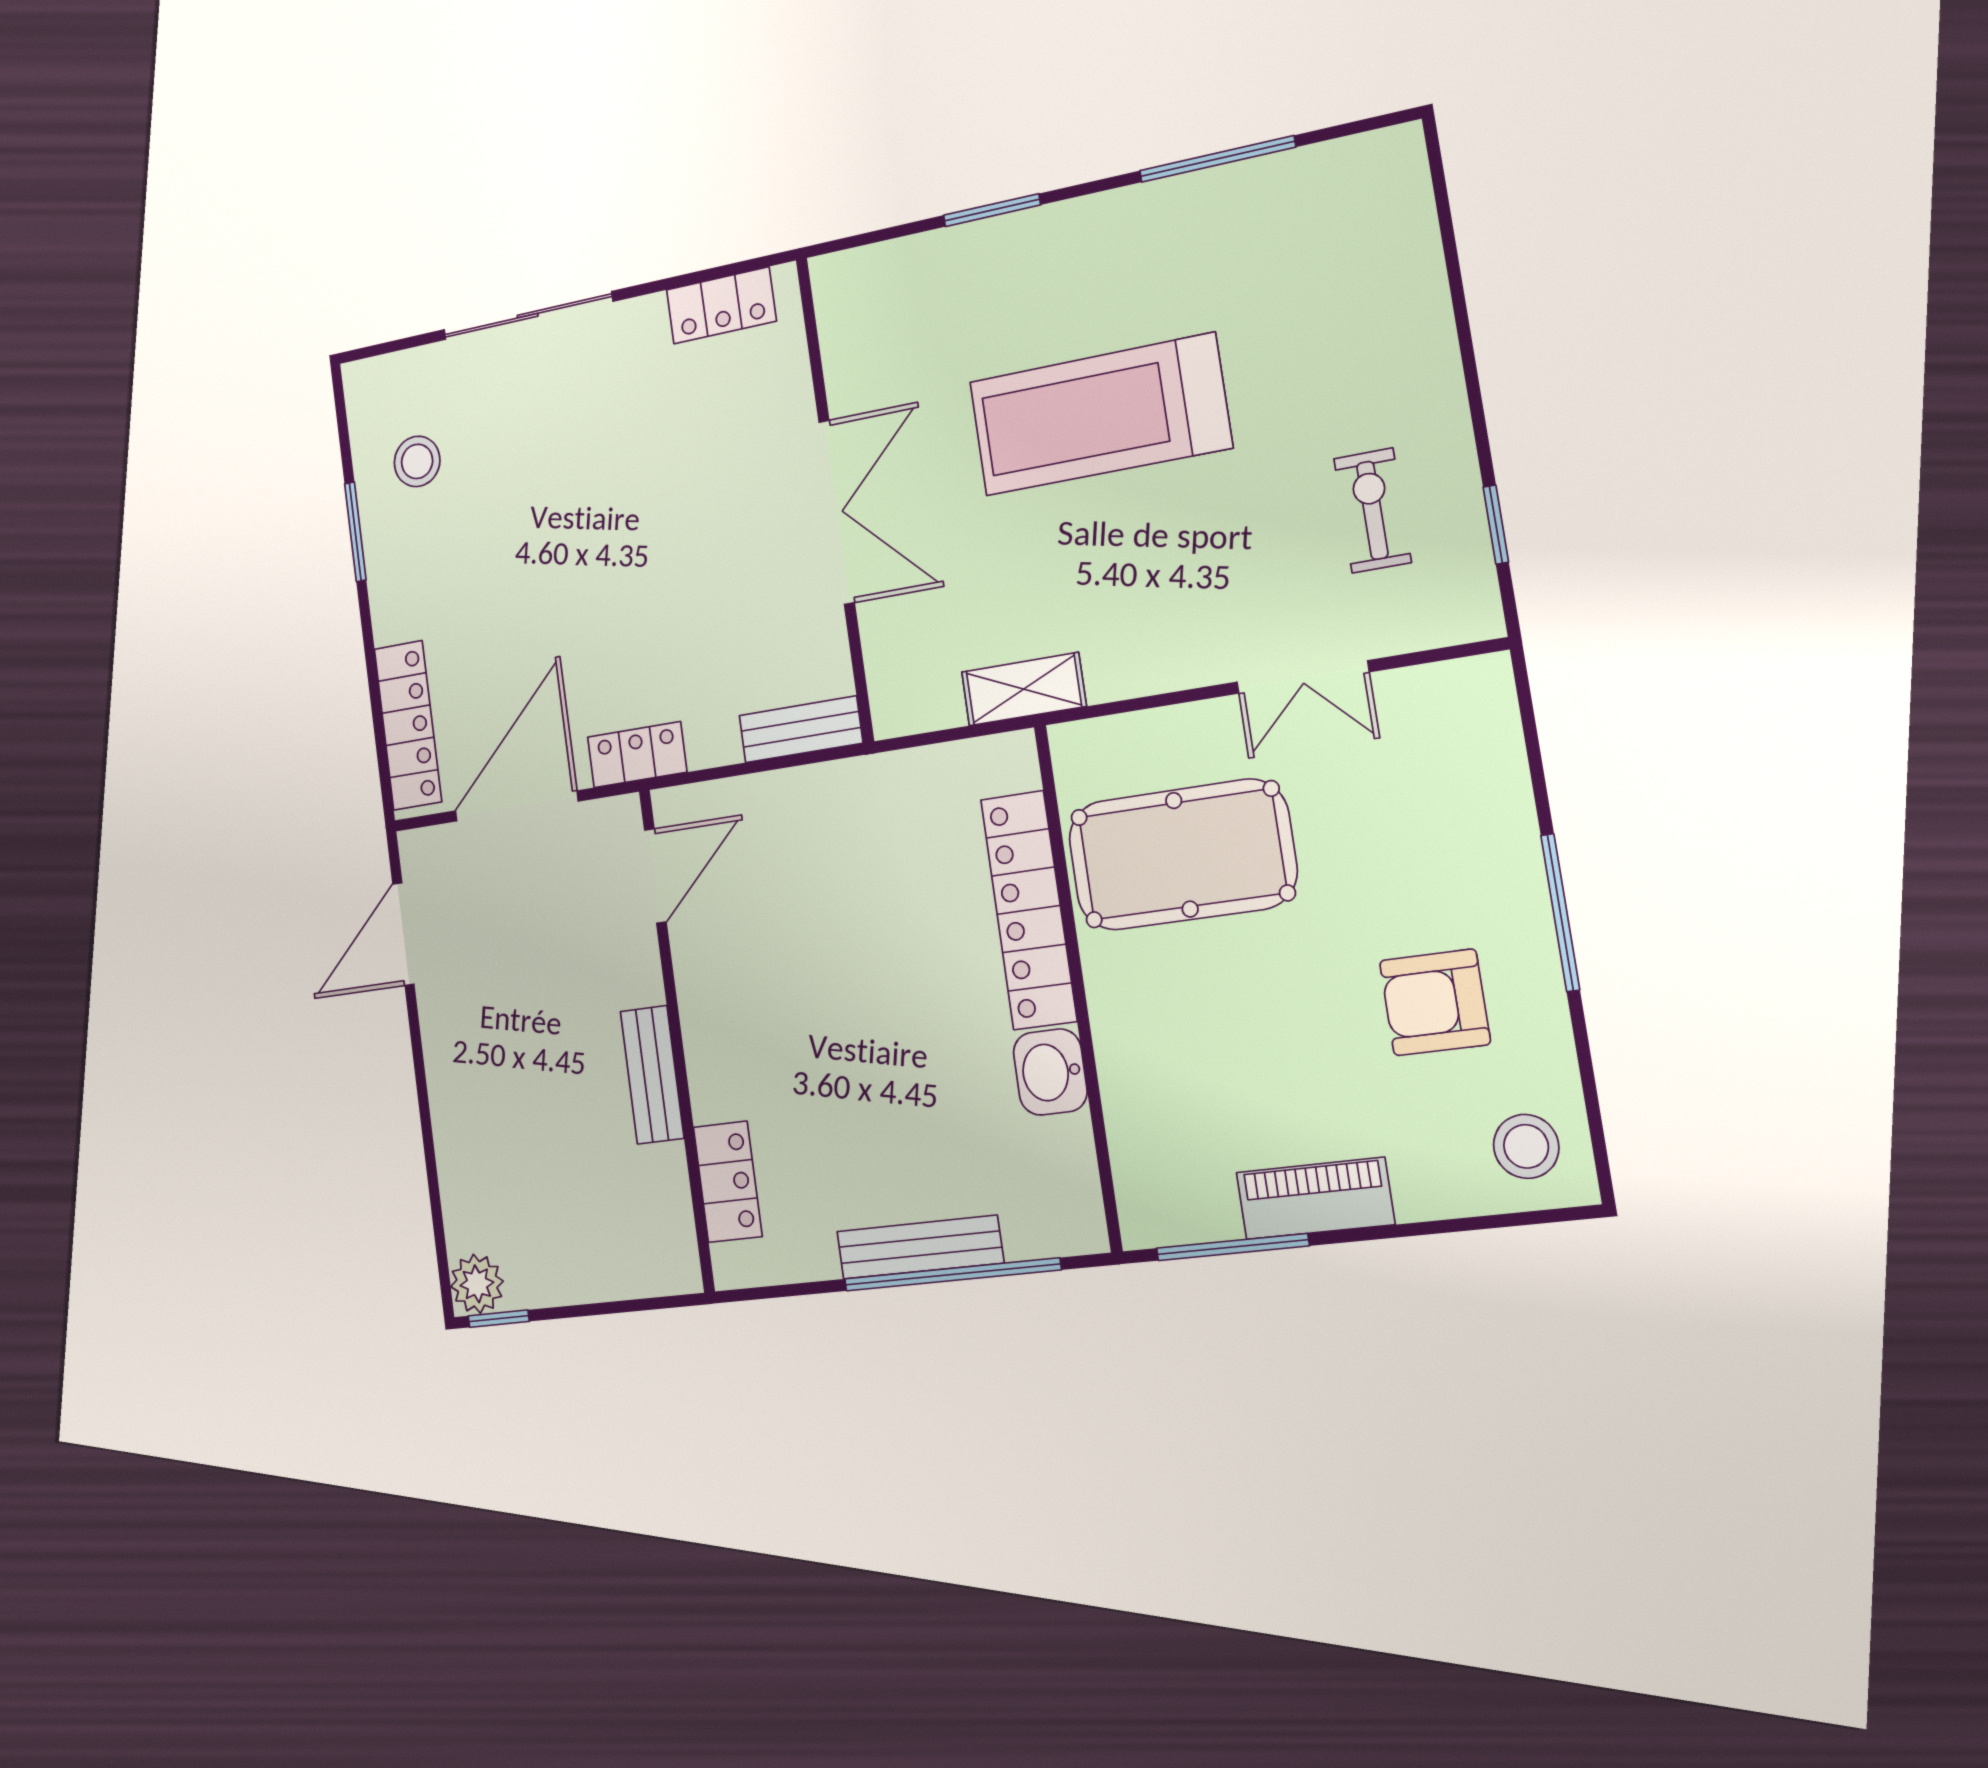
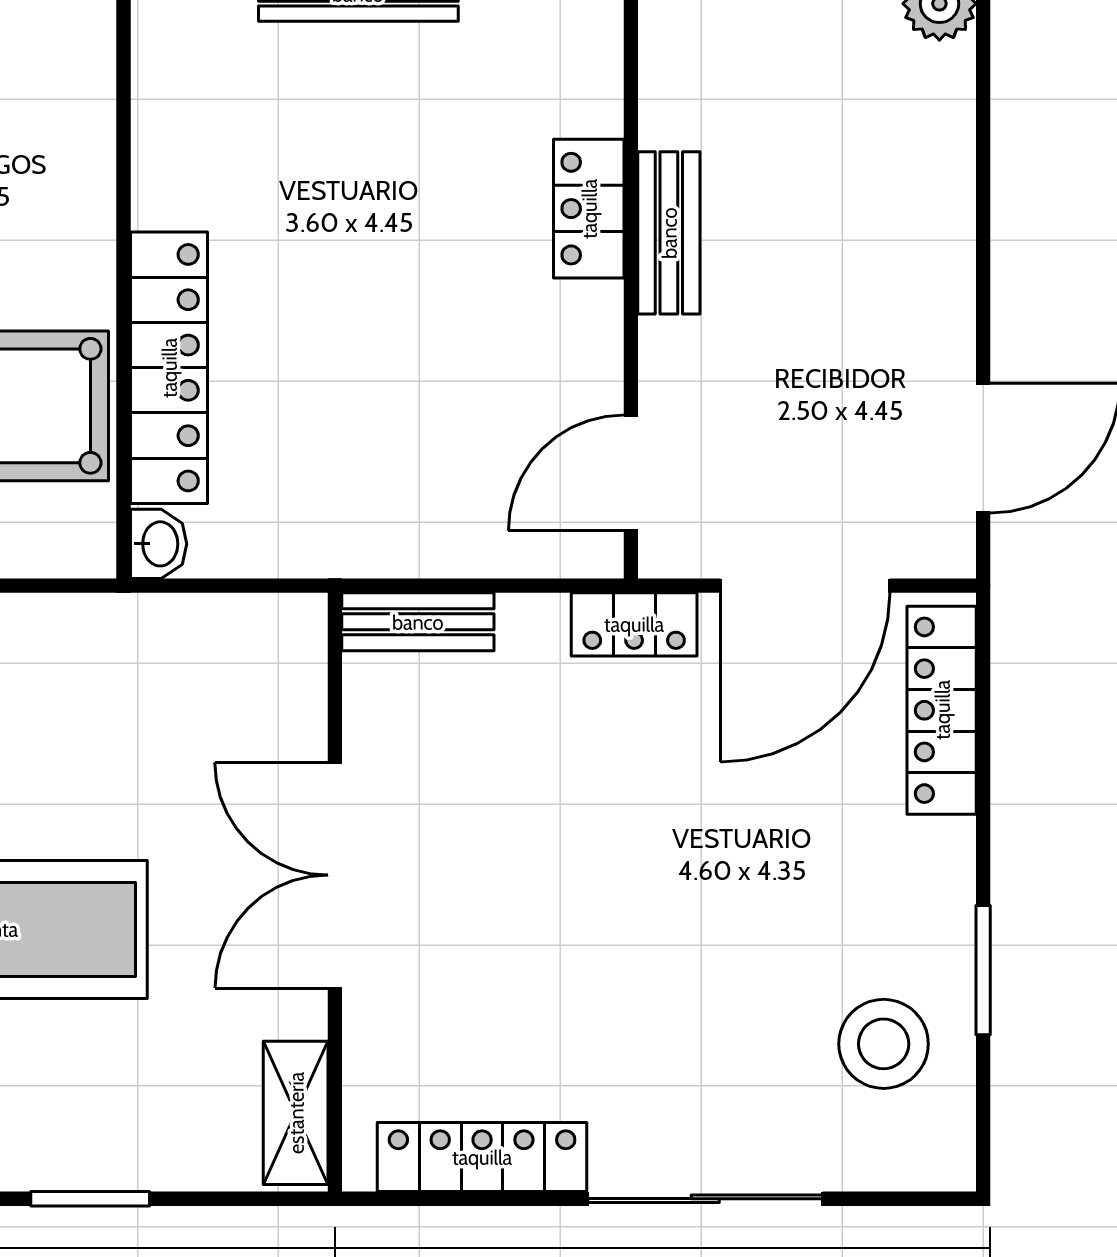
locker: (721, 305) -> (482, 1157), width x1.53
stool: (417, 461) -> (884, 1044), width x1.38, depth x1.38
shelving: (1024, 689) -> (296, 1113), moved, turned 90
washbasin: (1050, 1072) -> (159, 544), moved, width x0.72, depth x0.69
locker: (728, 1182) -> (589, 209), moved

